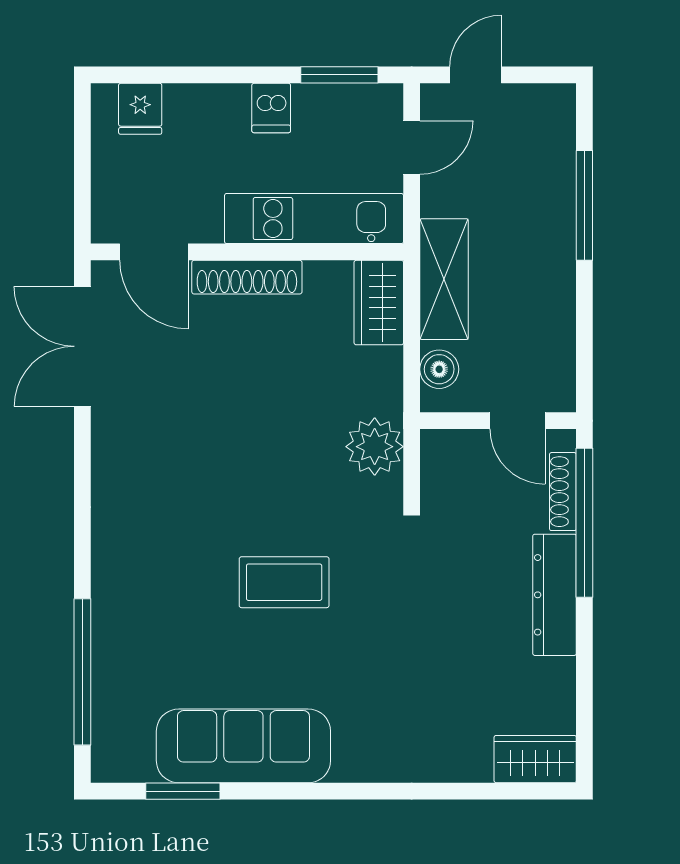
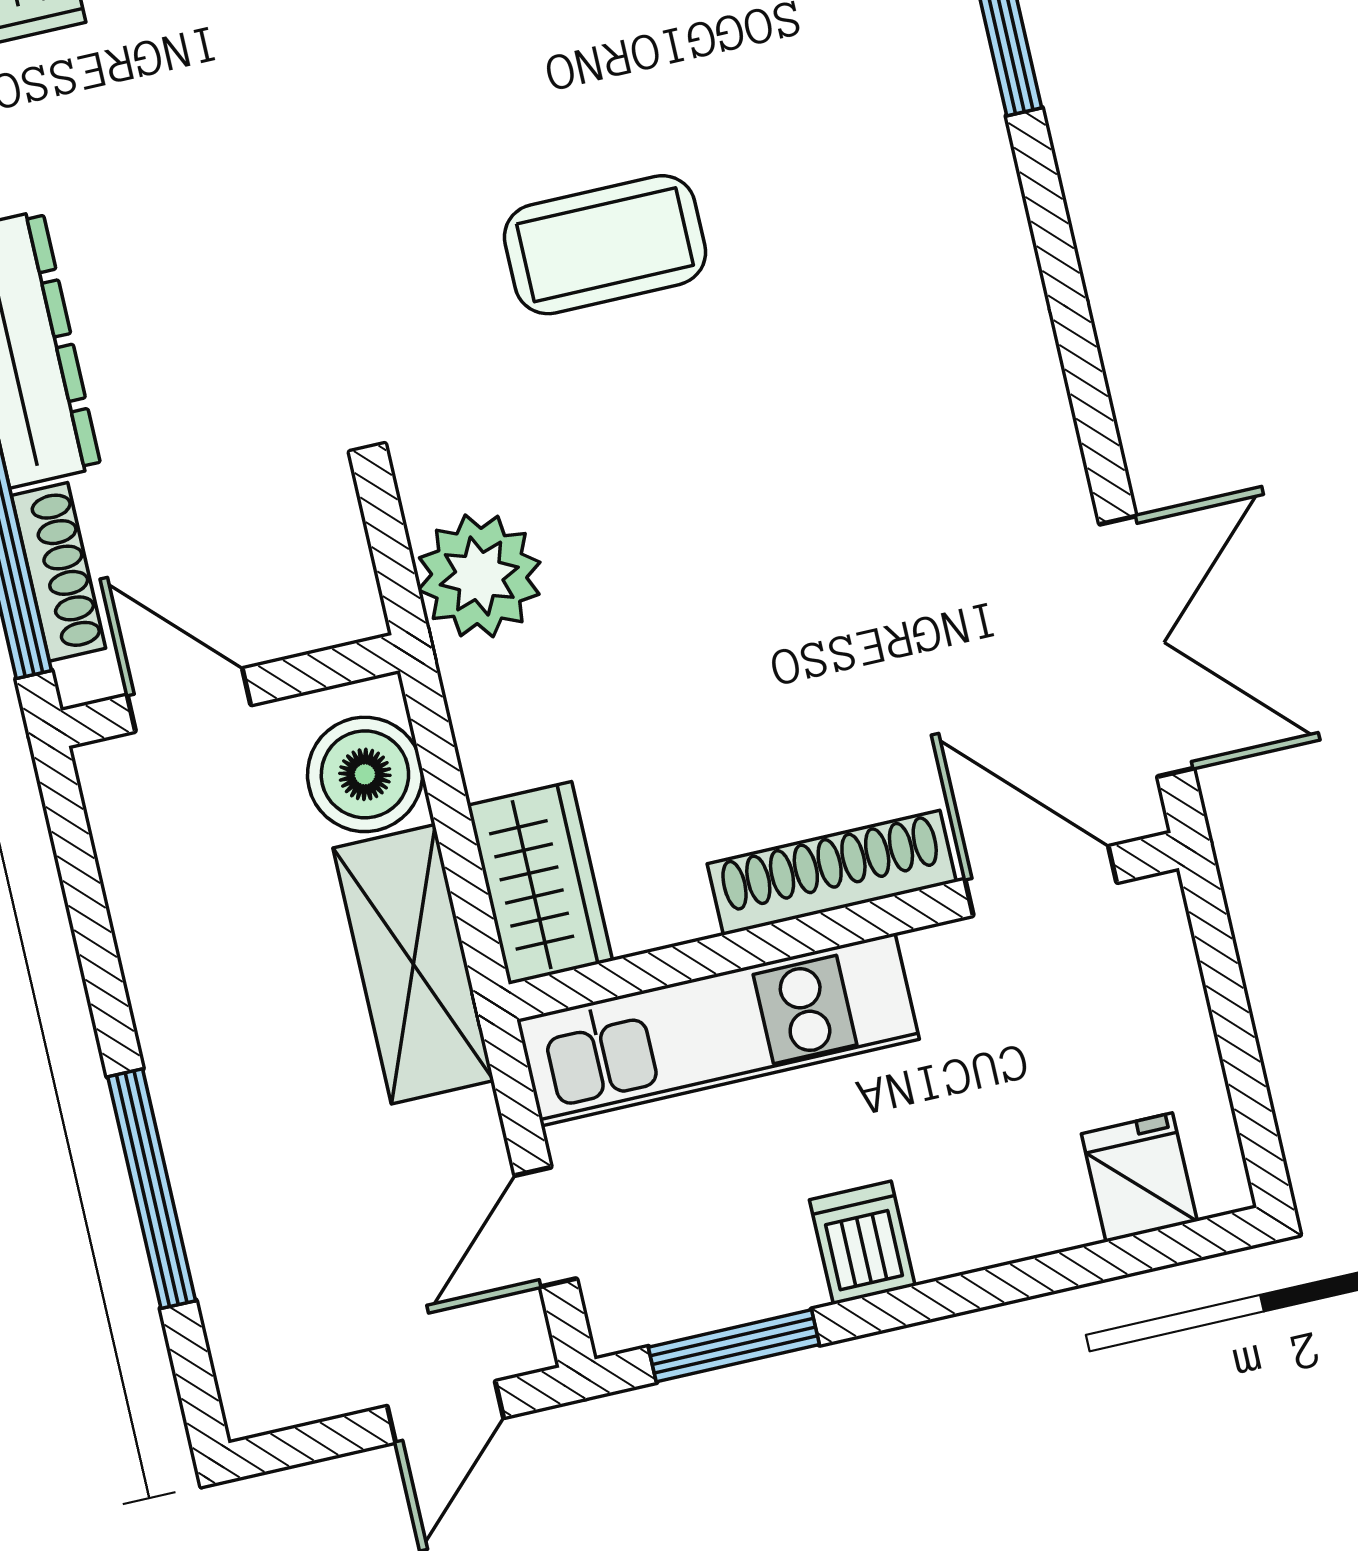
boiler: (439, 369) -> (365, 774), width x1.36, depth x1.36

